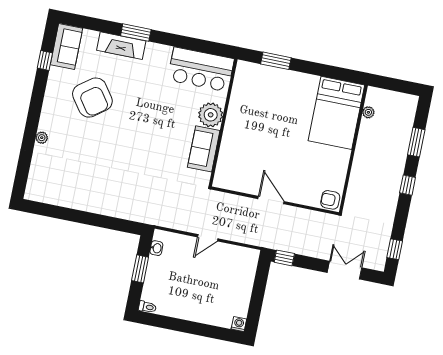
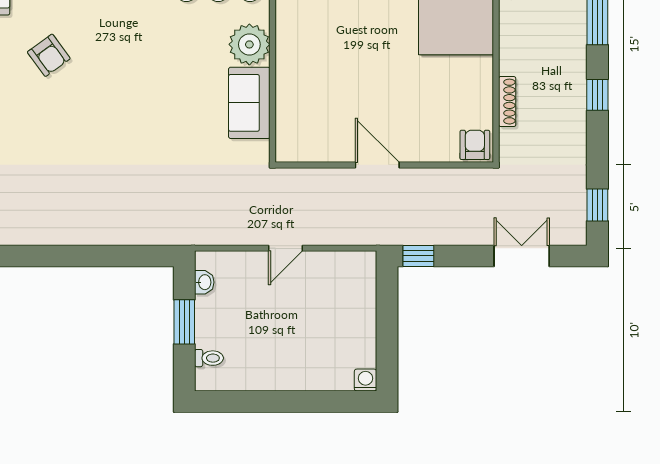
armchair: (92, 98) -> (49, 55), width x0.53, depth x0.53
shoe rack: (354, 178) -> (507, 102), added
armchair: (330, 200) -> (475, 145), turned 90
toilet: (147, 307) -> (209, 358), moved

